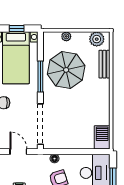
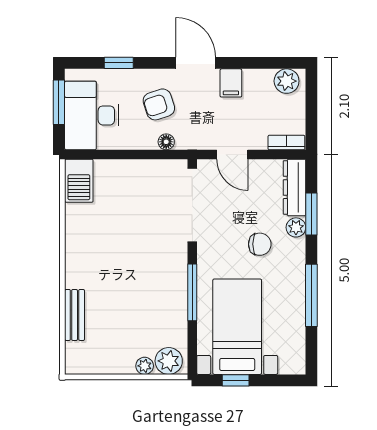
plant: (97, 39) -> (169, 361), moved
parasol: (66, 70) -> (145, 304), removed

